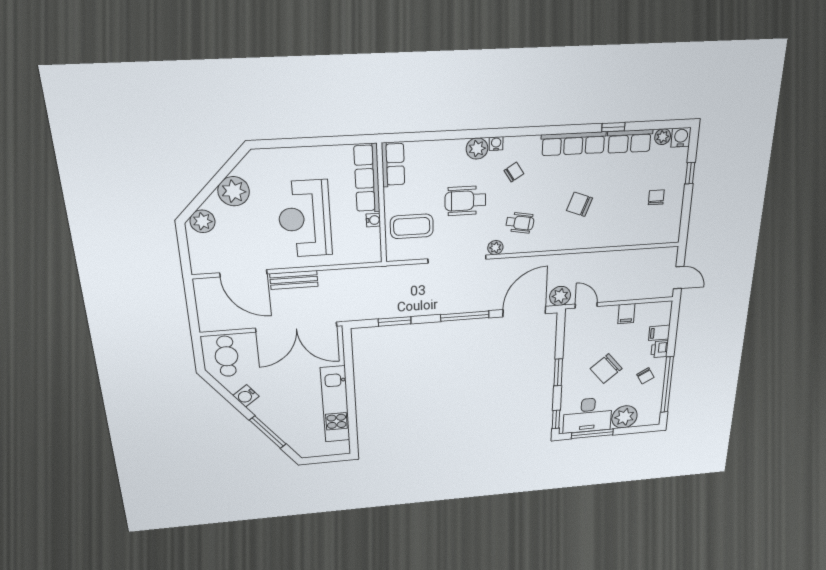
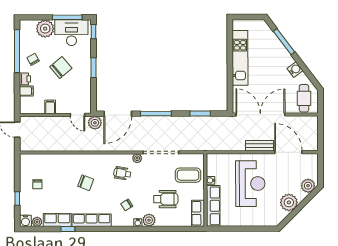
wheelchair: (465, 201) -> (166, 199), moved

